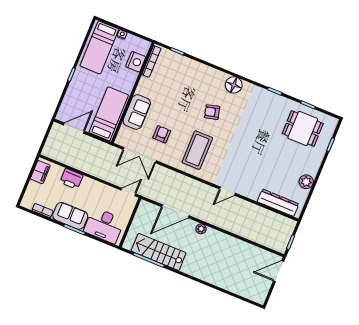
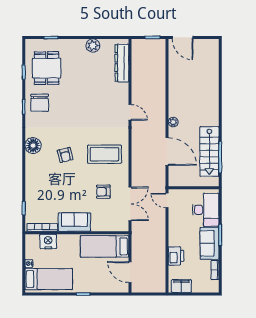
chair: (272, 108) -> (40, 103), added
sofa: (137, 112) -> (74, 222), moved

